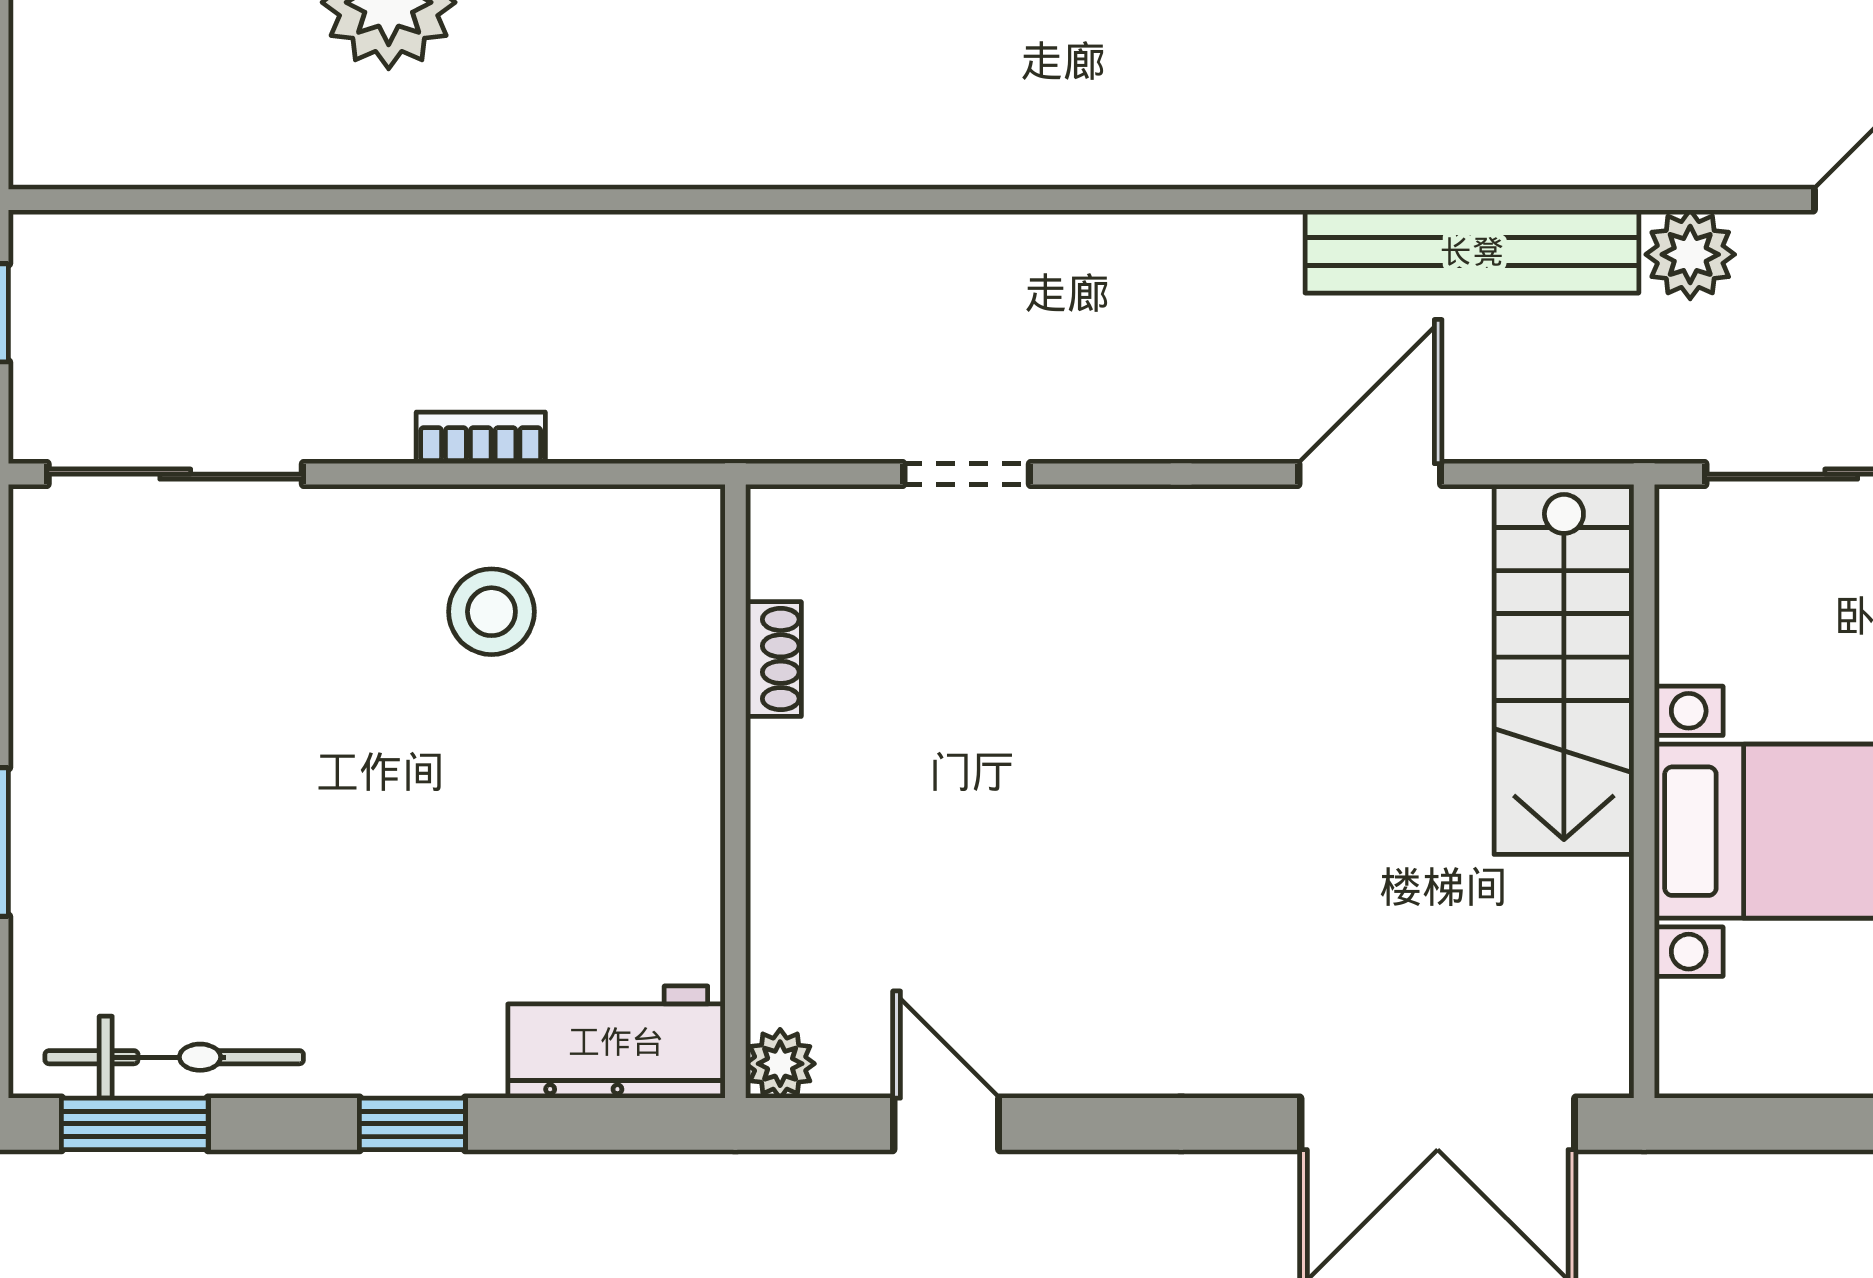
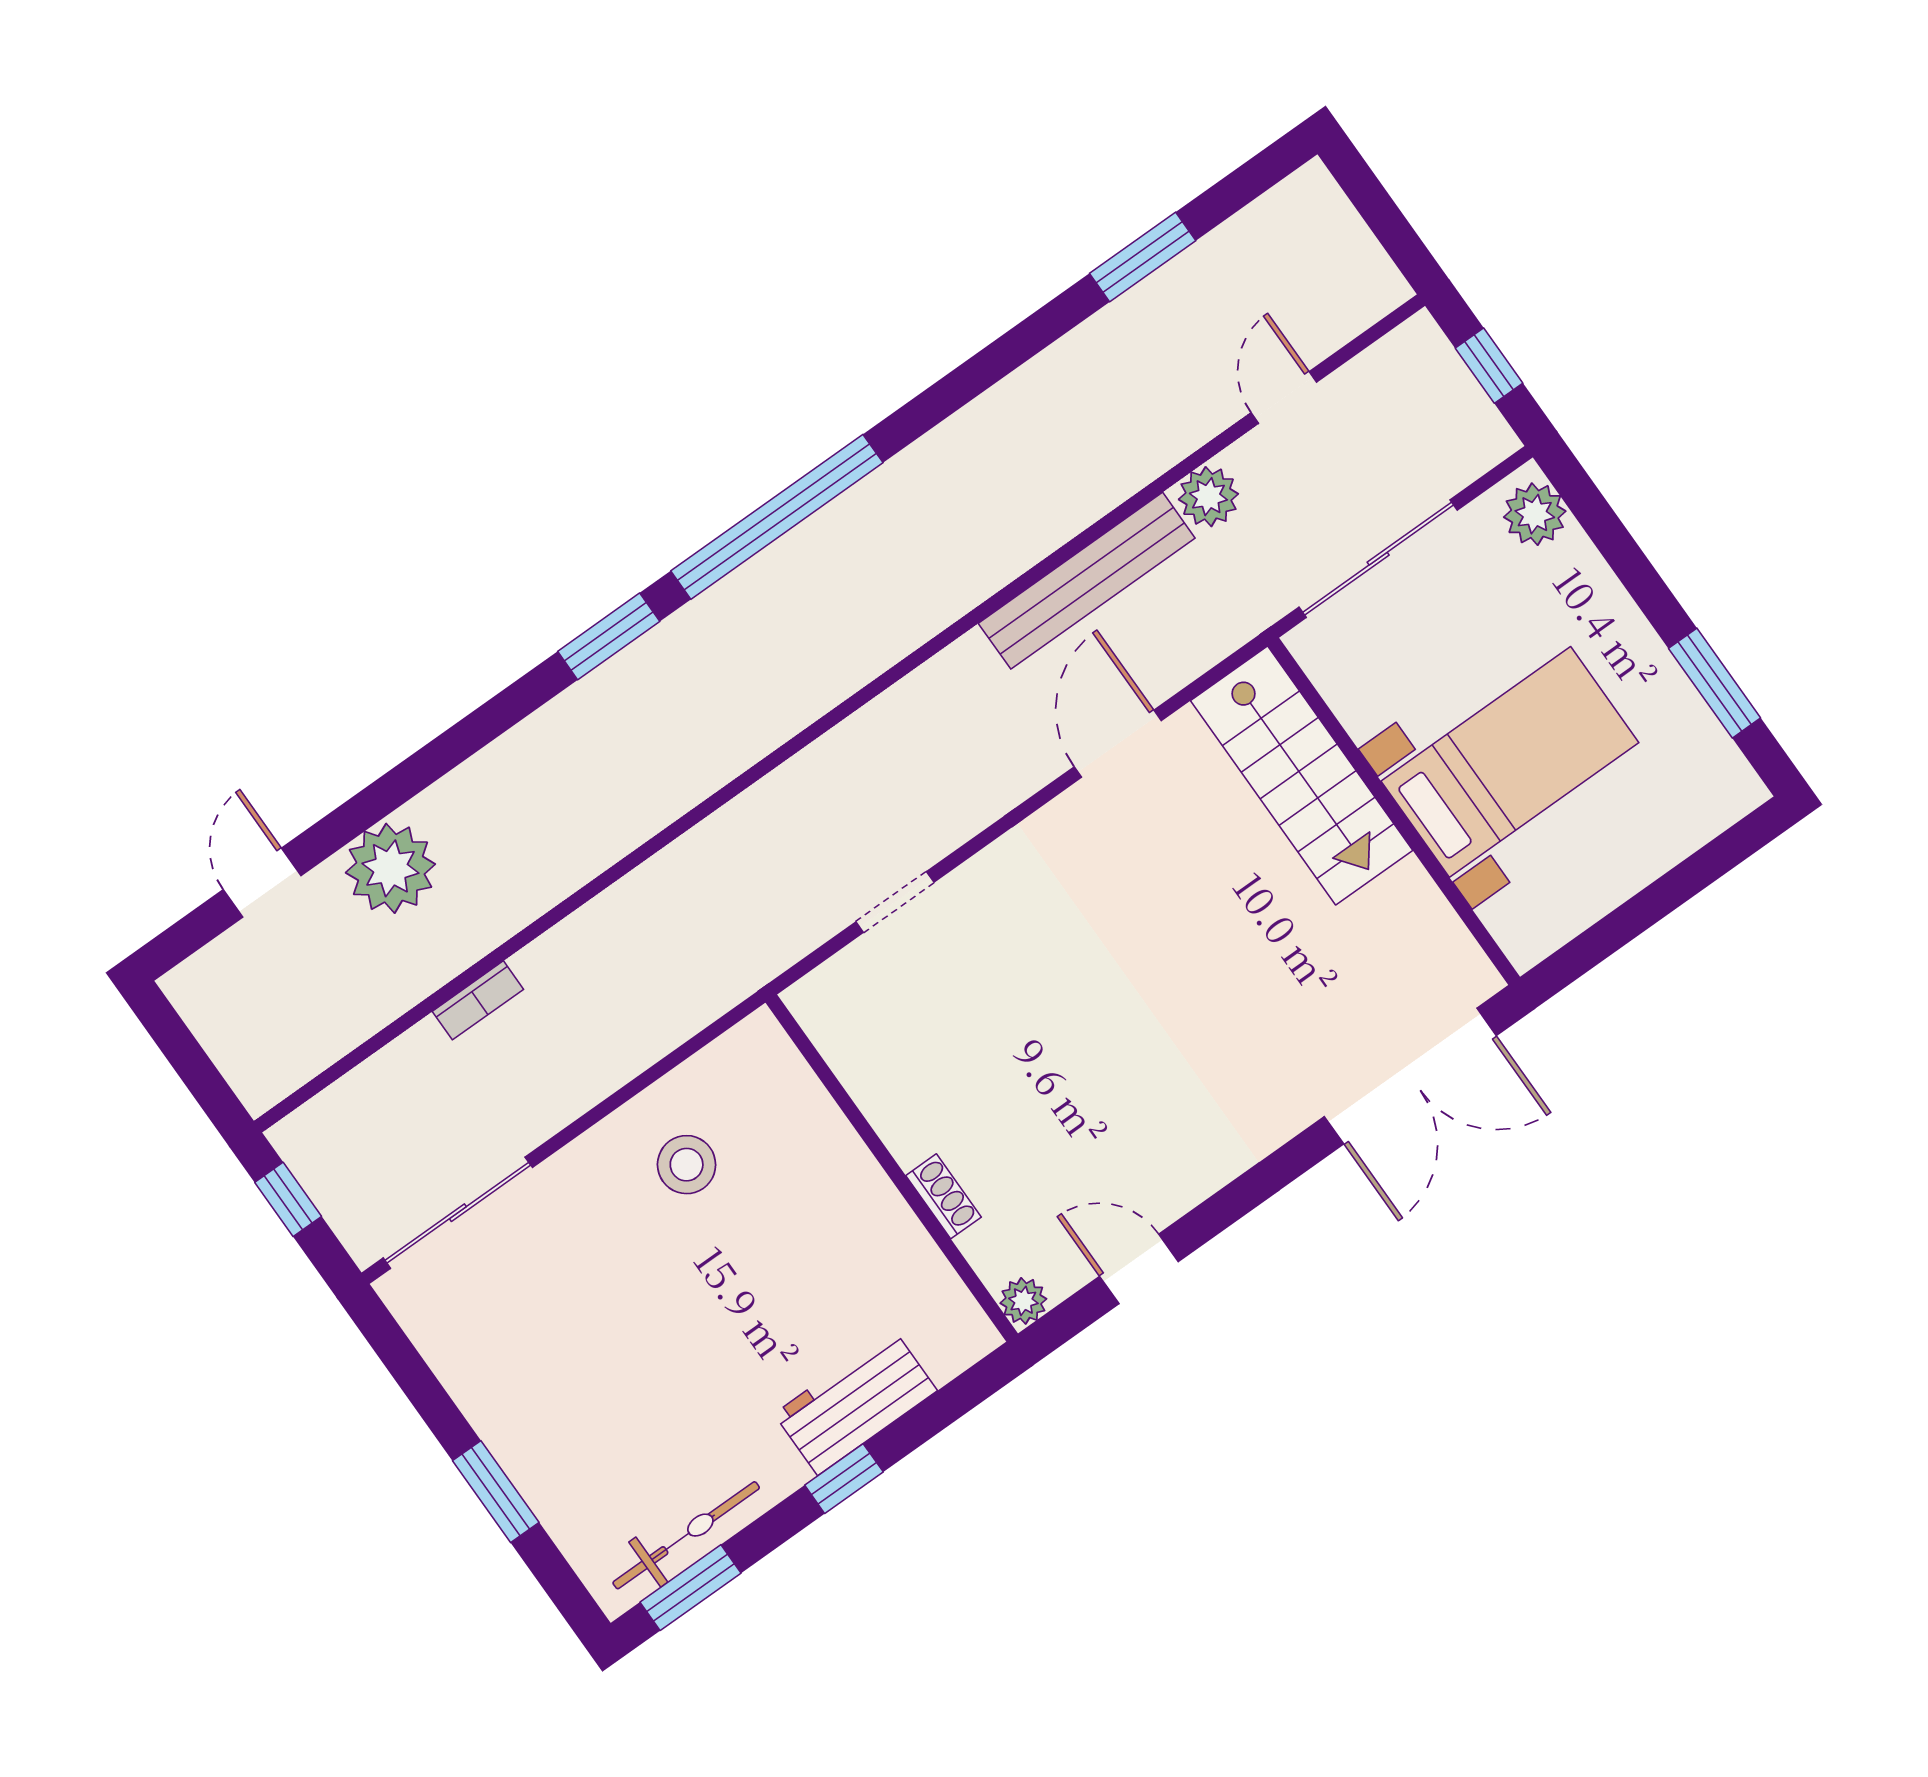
bookcase: (481, 438) -> (478, 1000), moved, turned 180
shoe rack: (773, 659) -> (943, 1196), moved
workbench: (616, 1042) -> (856, 1402), moved

